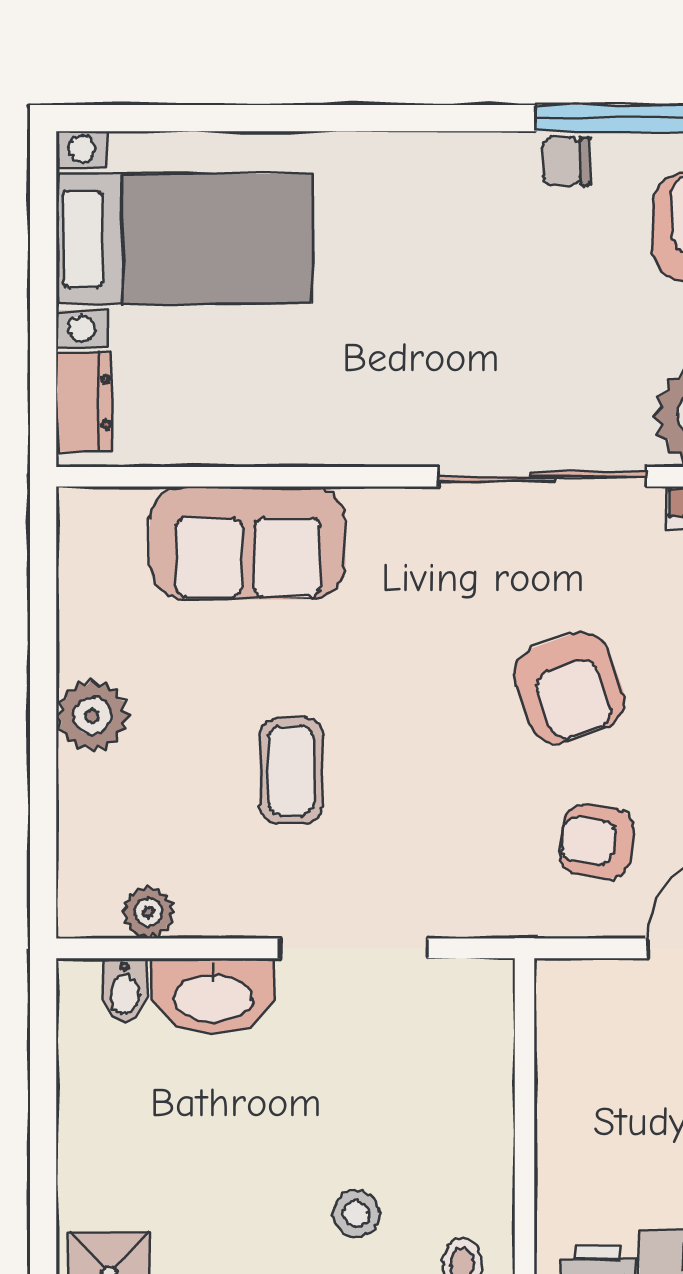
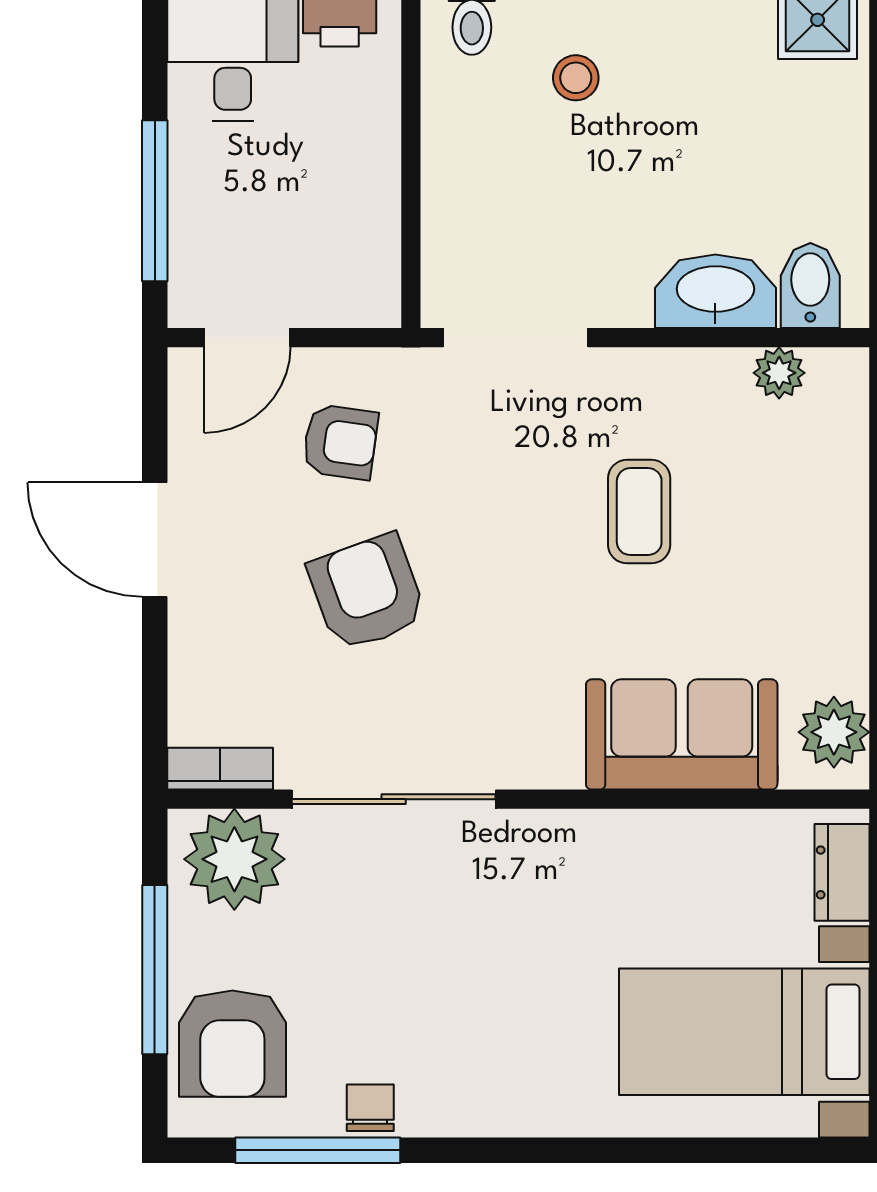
chair: (566, 161) -> (370, 1108), turned -90
plant: (92, 716) -> (834, 732), moved
doorway: (354, 948) -> (516, 338), moved
bidet: (125, 990) -> (810, 286), width x1.38, depth x1.36

